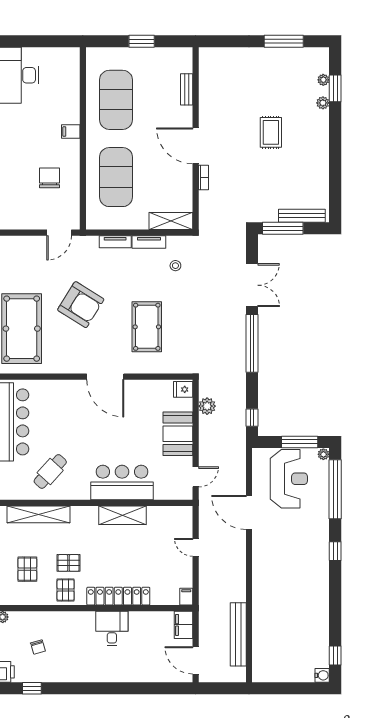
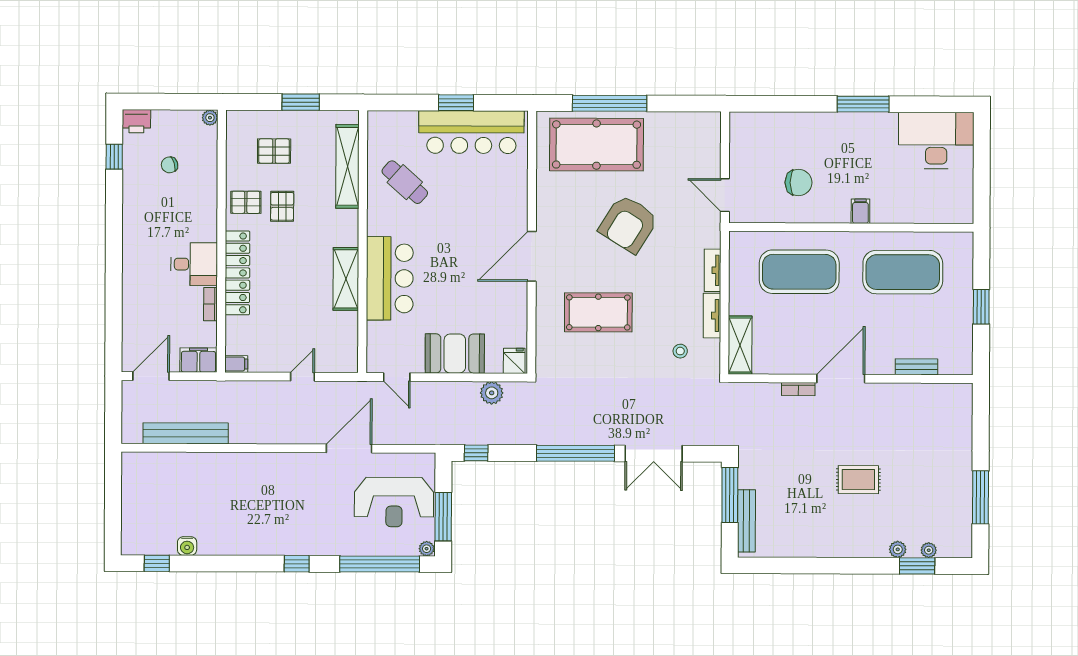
bookcase: (142, 616) -> (210, 304), added
water cooler: (322, 675) -> (187, 546), moved

